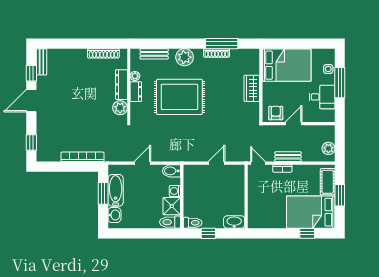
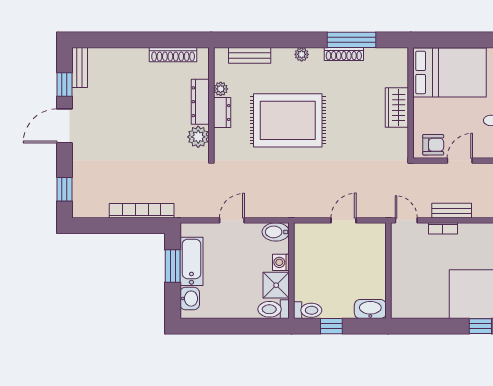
plant: (185, 57) -> (302, 54), width x0.53, depth x0.53
armchair: (276, 113) -> (433, 145), turned 90

